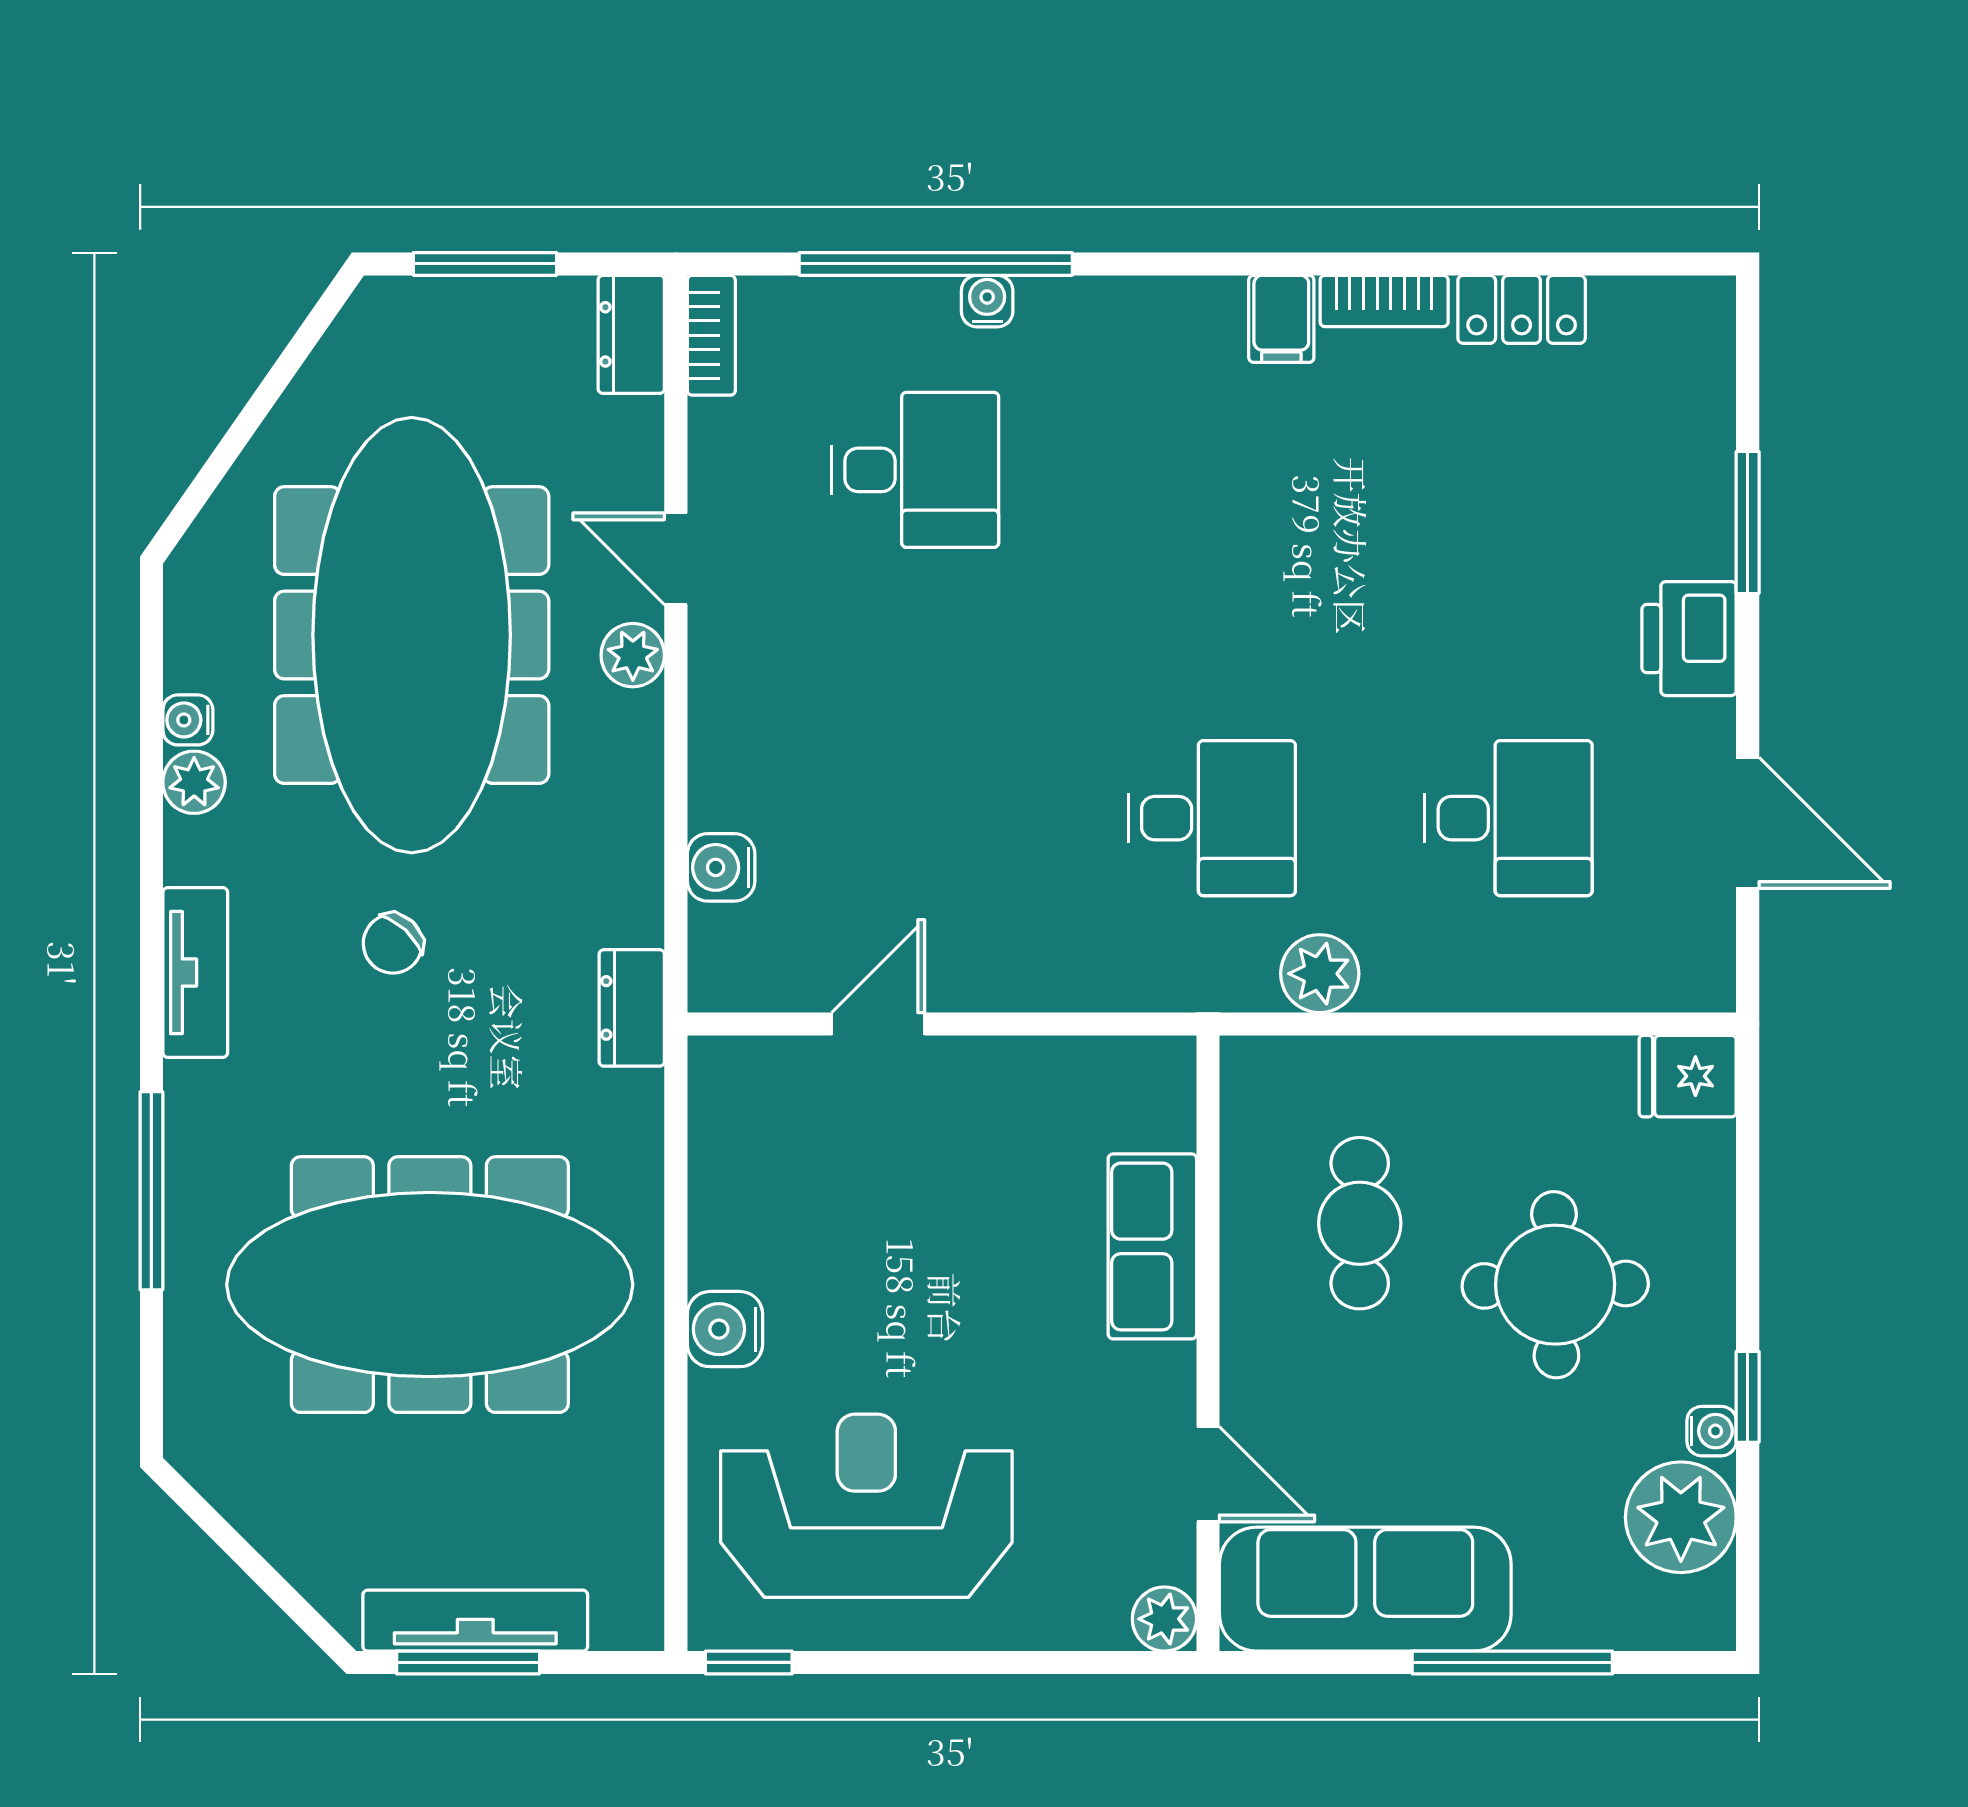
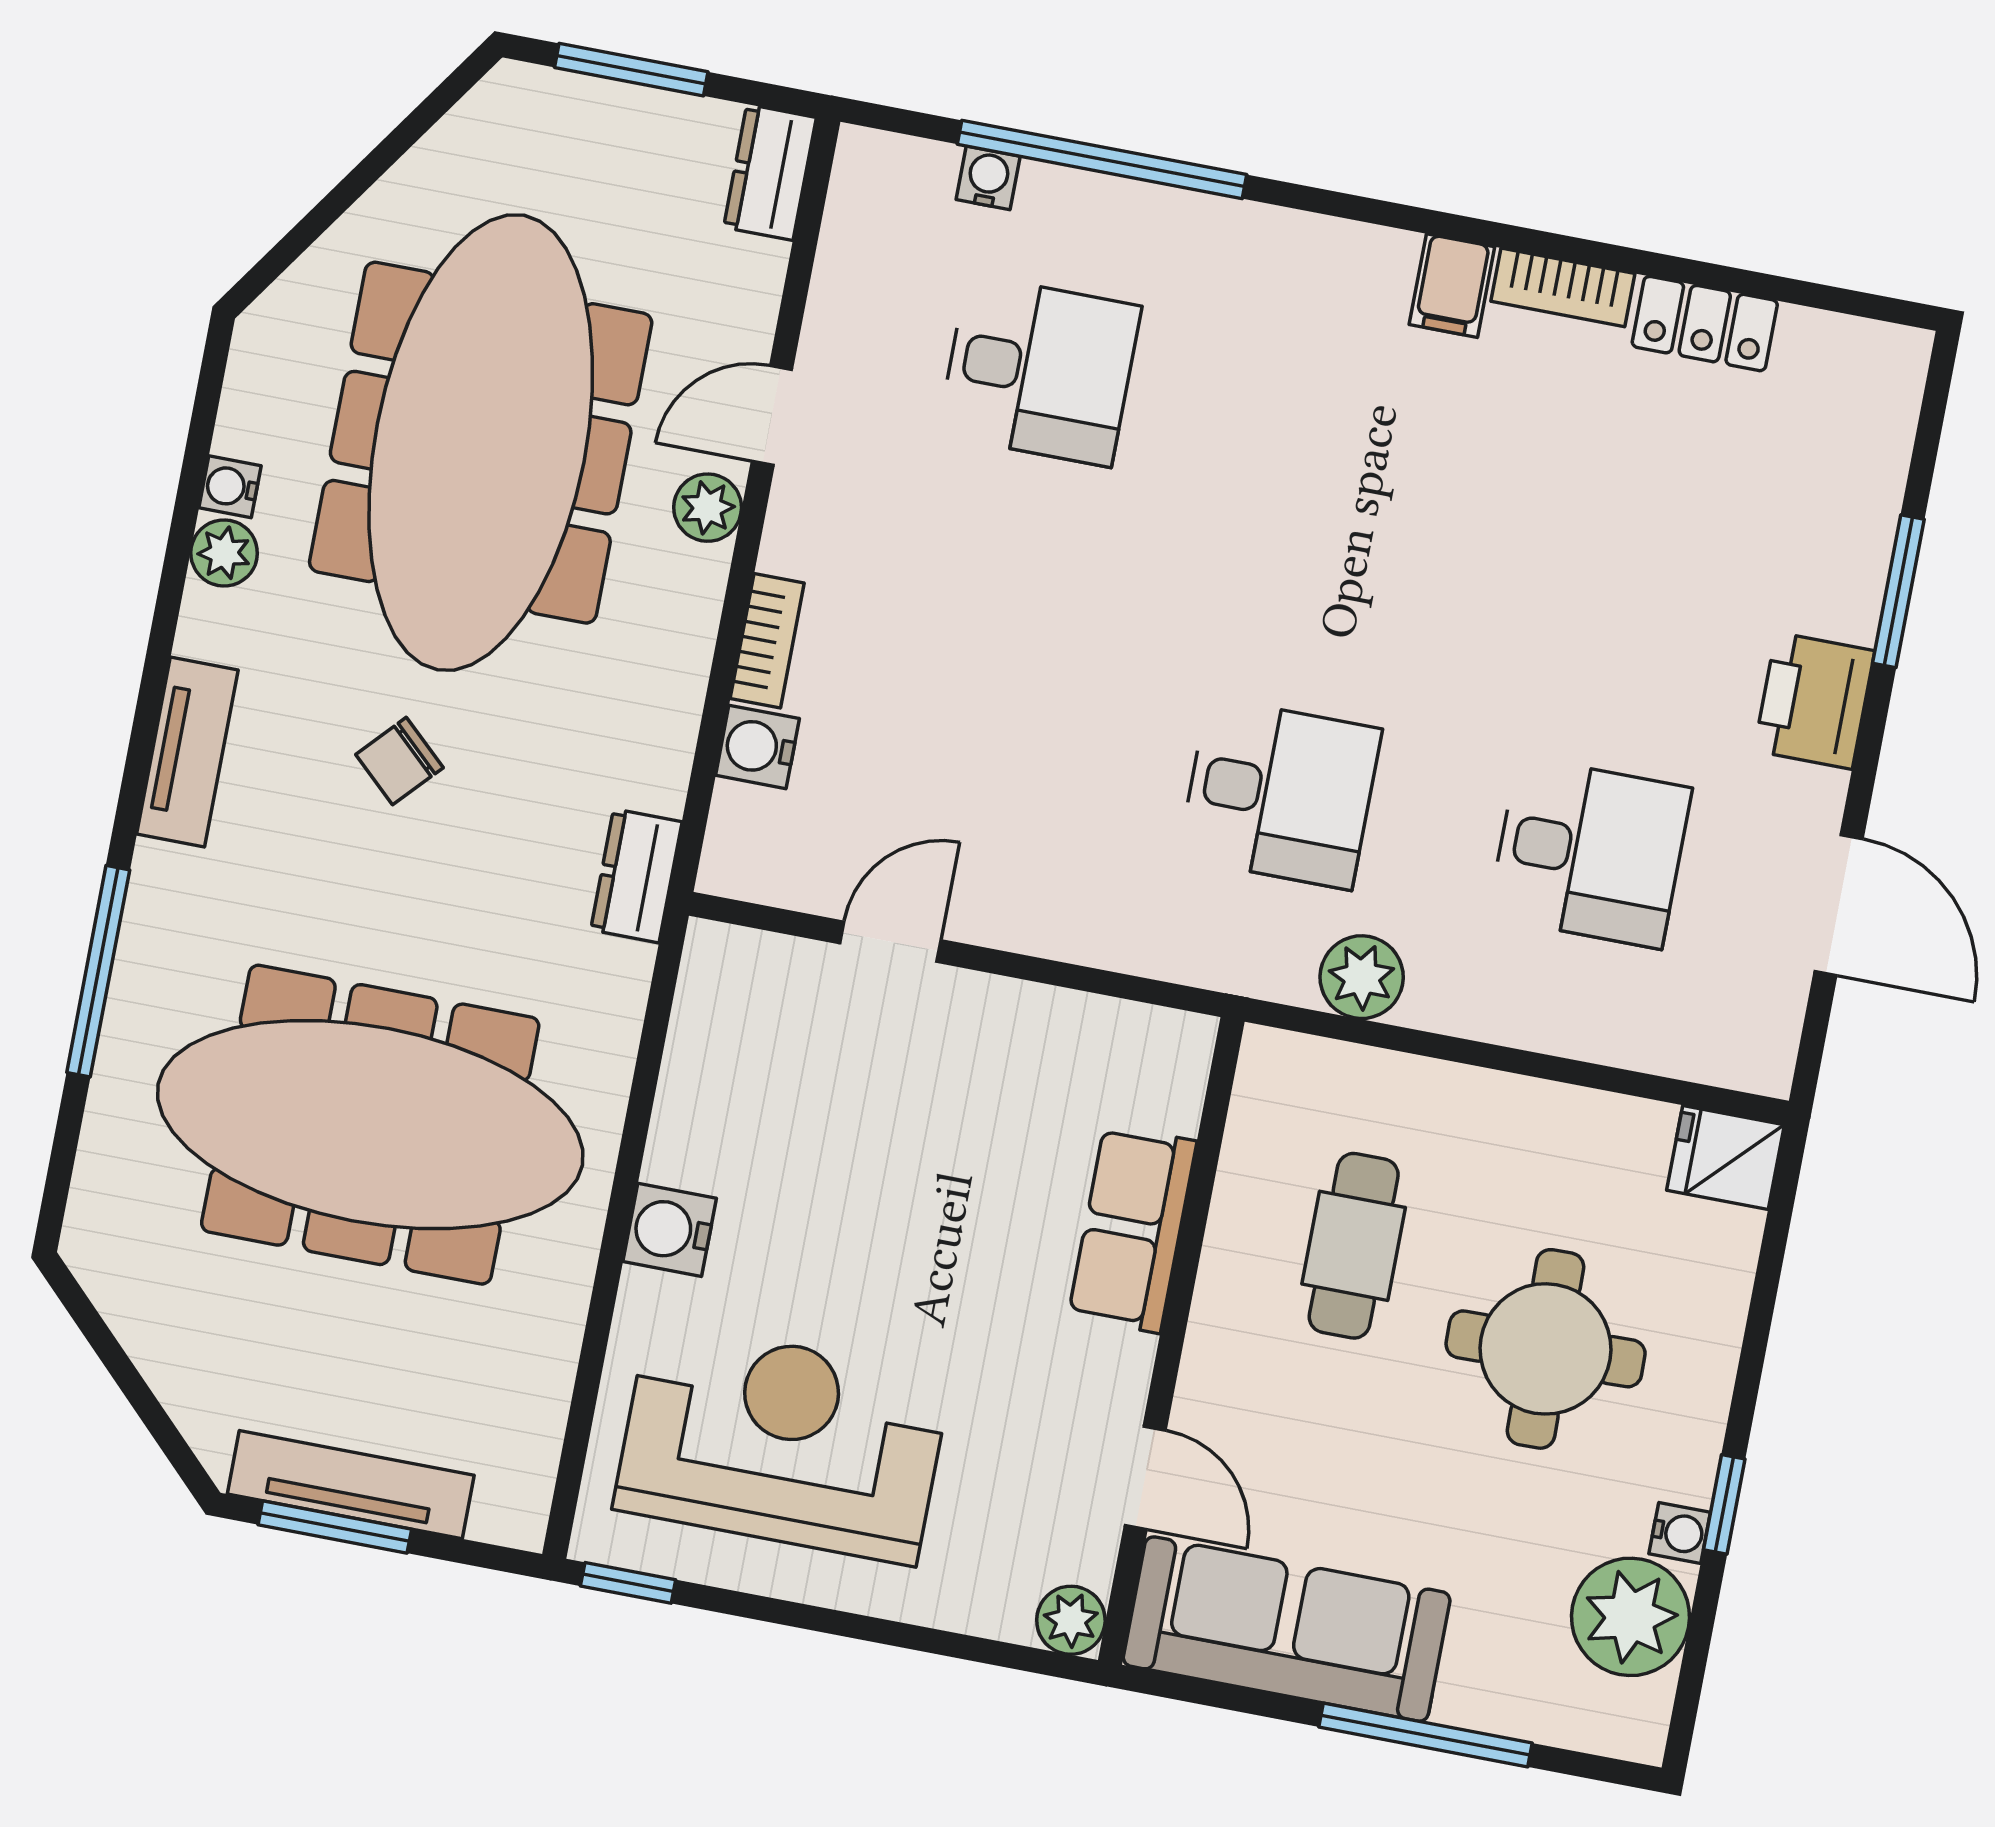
water cooler: (987, 301) -> (988, 178), moved
bookcase: (711, 335) -> (767, 641), moved
door: (676, 559) -> (772, 416), hinge flipped

